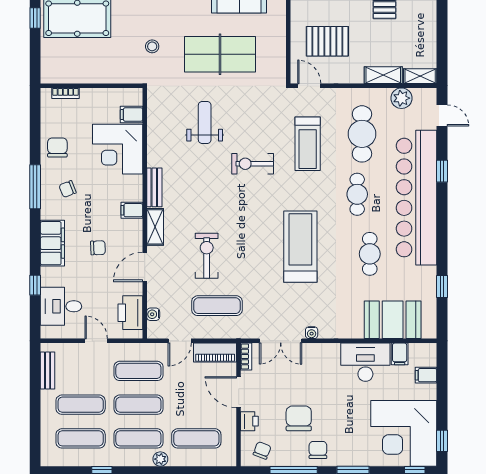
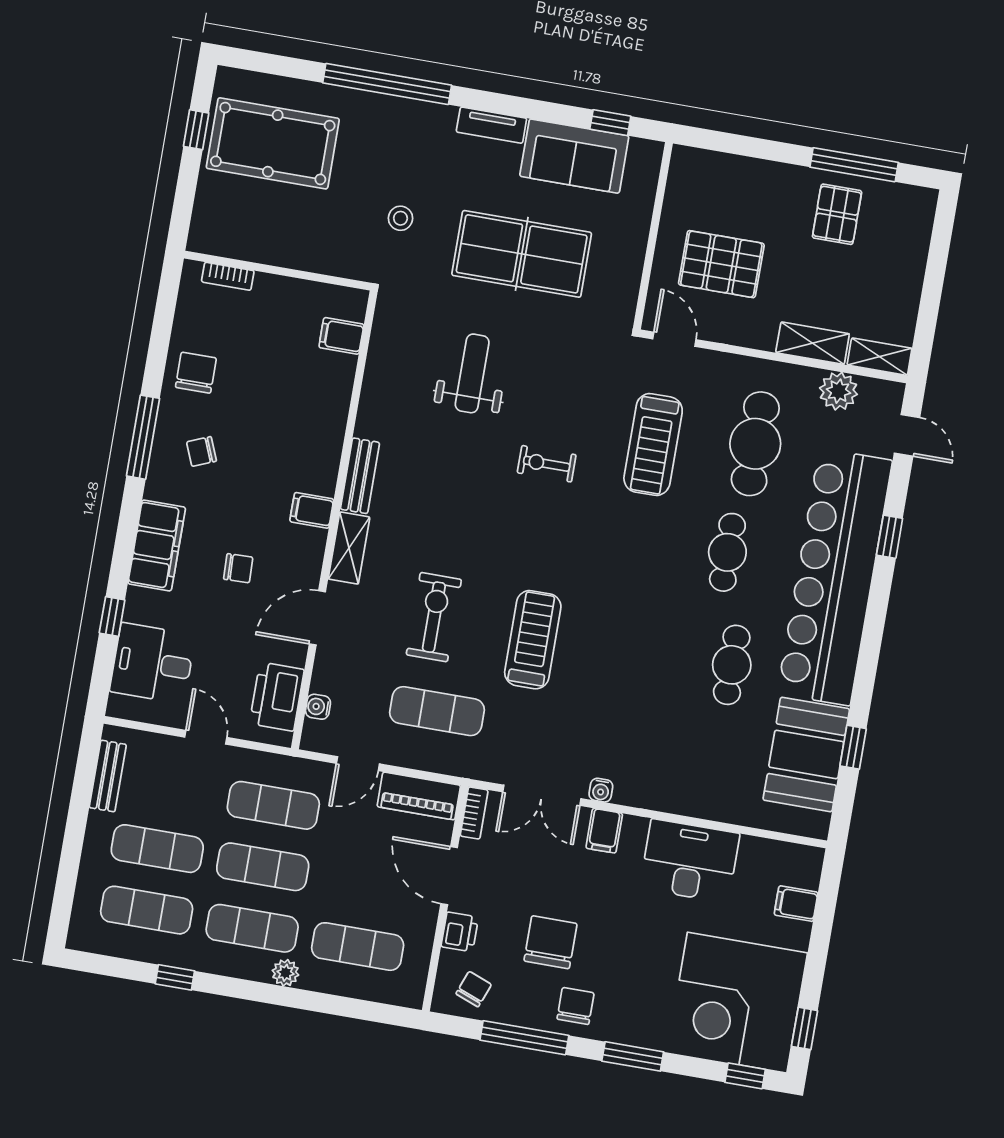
corner desk: (118, 149) -> (305, 395), removed
exercise bike: (253, 164) -> (547, 464), width x0.73, depth x0.72
treadmill: (300, 247) -> (533, 640), moved, width x0.73, depth x0.73
booth: (393, 320) -> (806, 754), moved, turned 90
filing cabinet: (400, 354) -> (604, 831), moved

